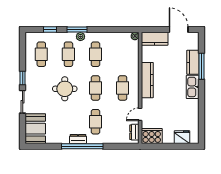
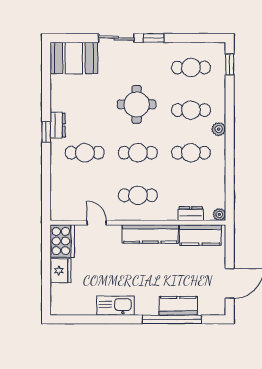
window: (50, 30) -> (230, 64), moved
window: (77, 30) -> (230, 124), removed
kitchen counter: (155, 39) -> (200, 235), moved, turned -90
window: (201, 66) -> (172, 319), width x1.46
kitchen sink: (193, 87) -> (115, 305), moved
dresser: (134, 132) -> (191, 214), moved
fridge: (182, 137) -> (61, 271), moved
window: (82, 146) -> (46, 132), width x0.32

